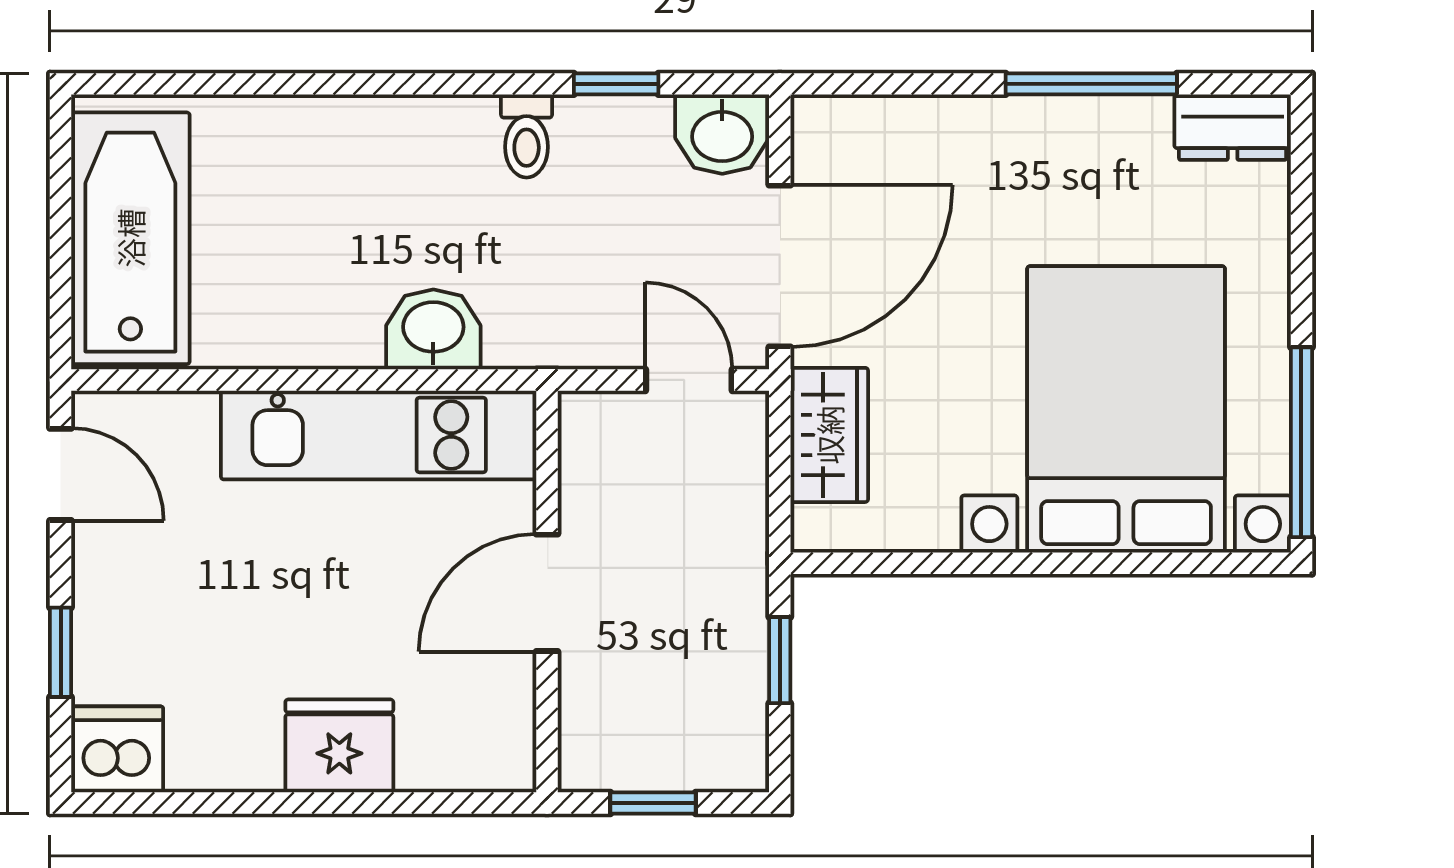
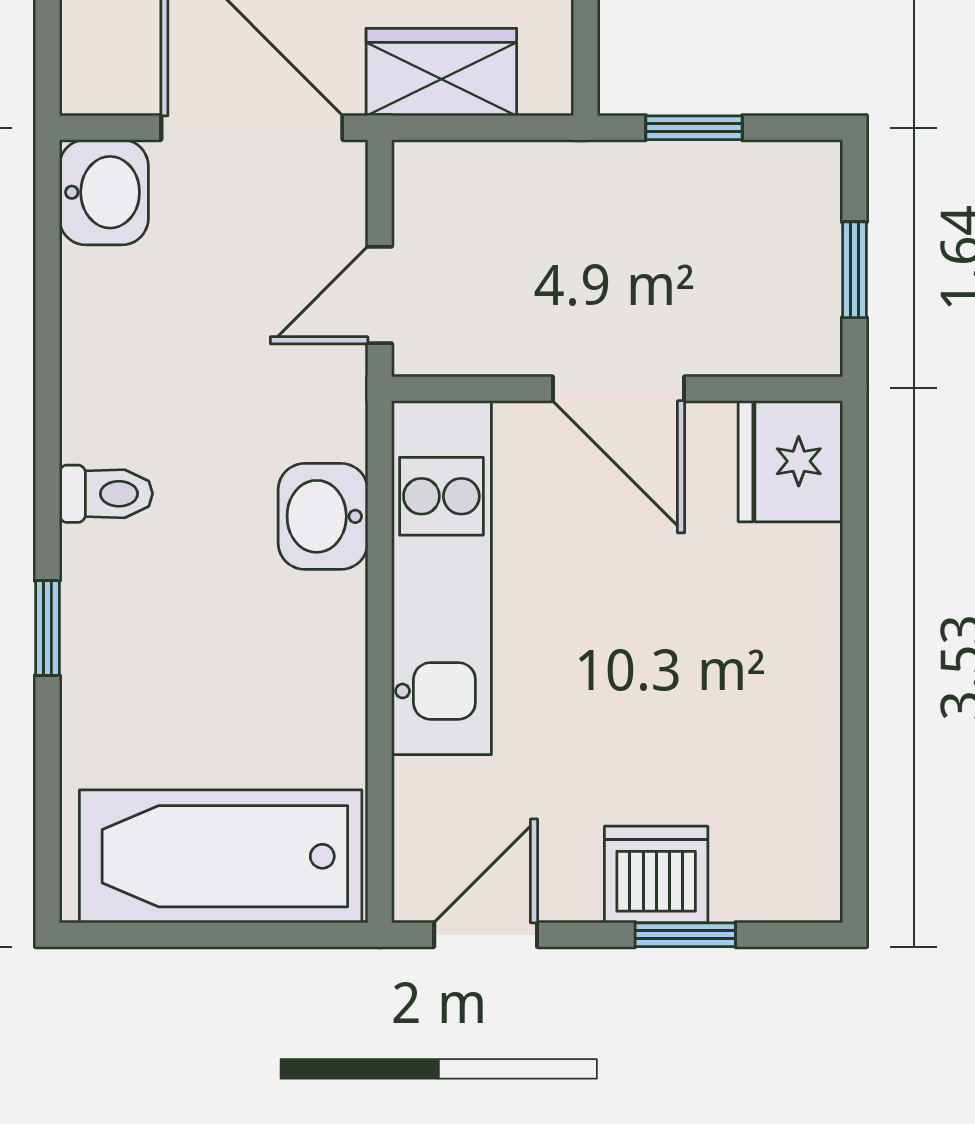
window: (616, 84) -> (47, 628), moved
toilet: (527, 136) -> (106, 494), moved
door: (689, 380) -> (380, 295), moved
fridge: (339, 746) -> (790, 461), moved
dishwasher: (117, 749) -> (656, 874), moved, turned 90

